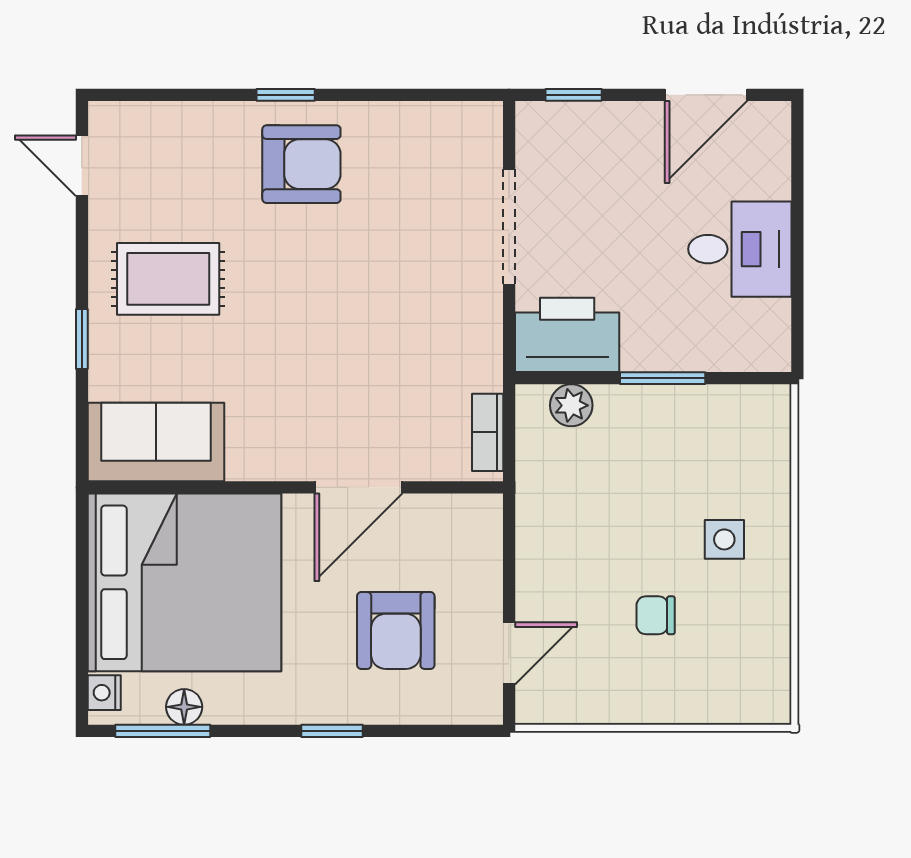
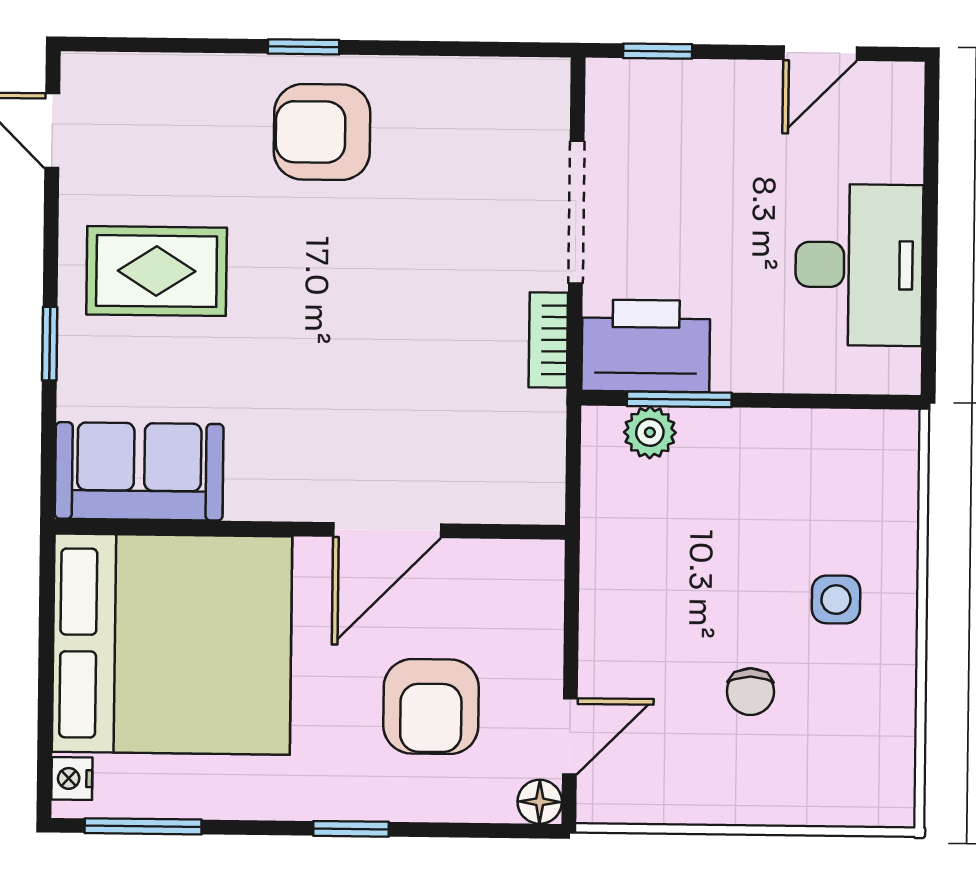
door: (706, 95) -> (820, 53), width x0.73
armchair: (301, 164) -> (322, 132), turned 180
desk: (740, 249) -> (859, 265), width x1.37
window: (663, 378) -> (679, 399), moved
bookcase: (488, 432) -> (548, 340), moved
chair: (656, 615) -> (750, 692), turned -90
floor lamp: (184, 707) -> (540, 802), moved

